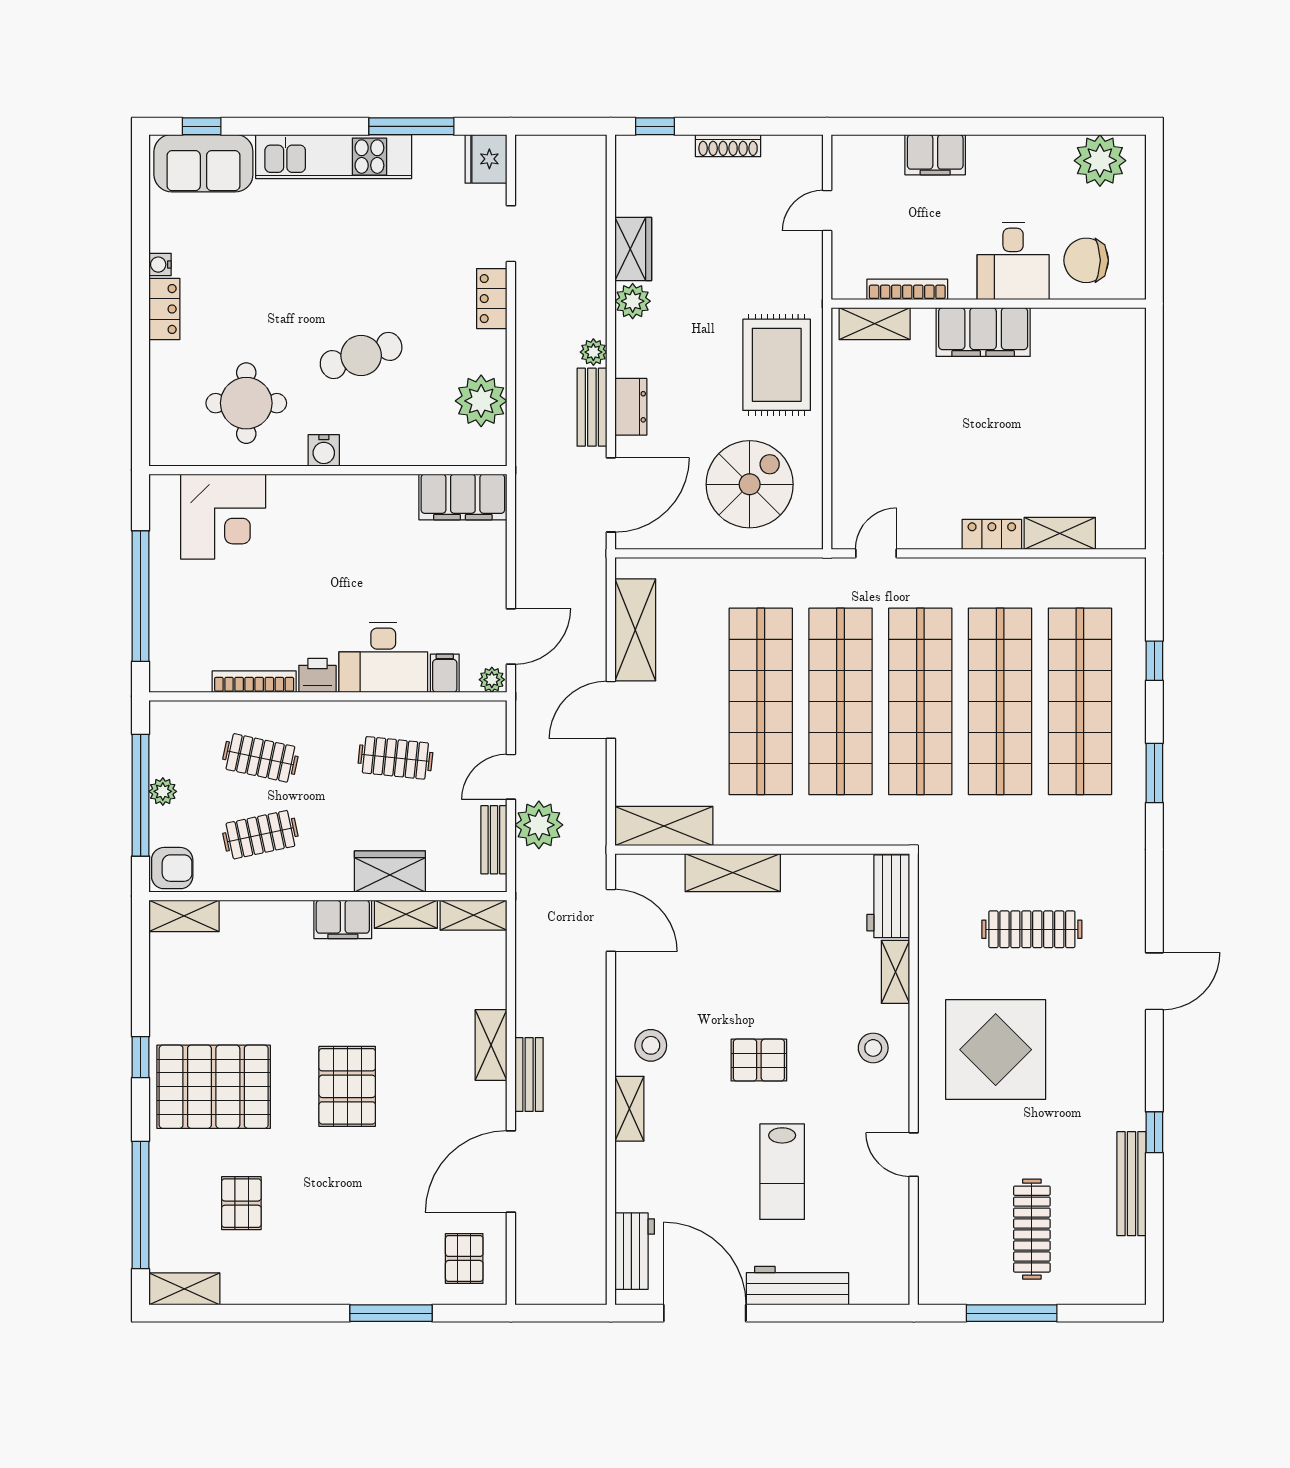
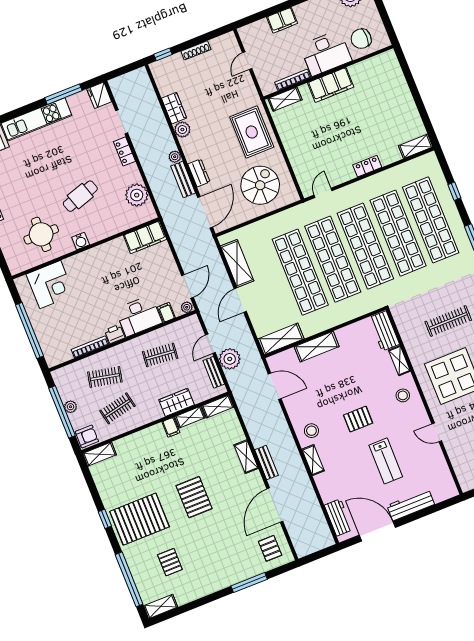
desk: (1013, 261) -> (326, 53), width x1.37
shelving: (1060, 533) -> (416, 146), moved
filing cabinet: (343, 919) -> (171, 427), width x0.50

